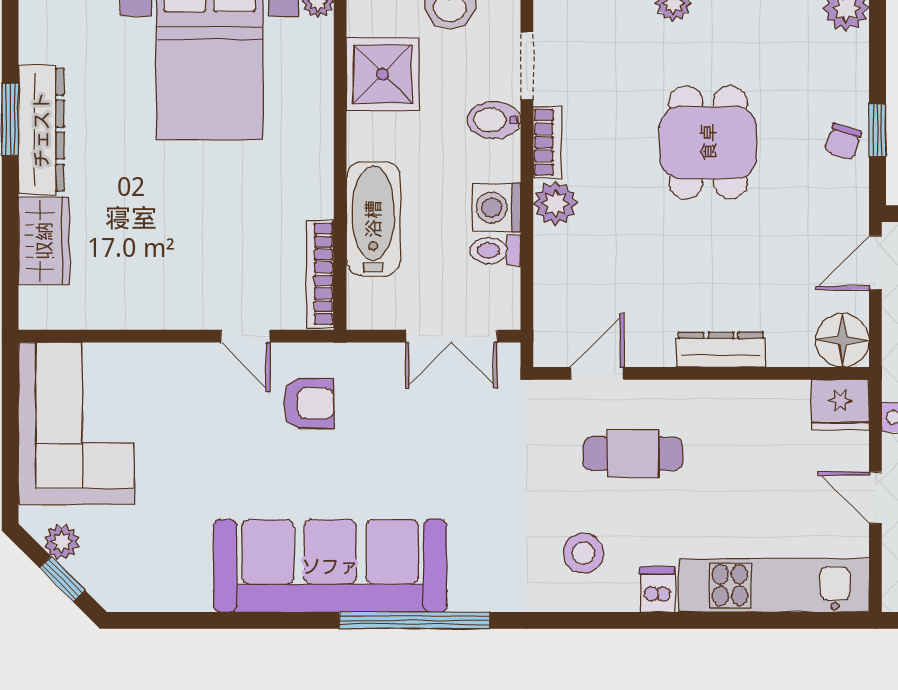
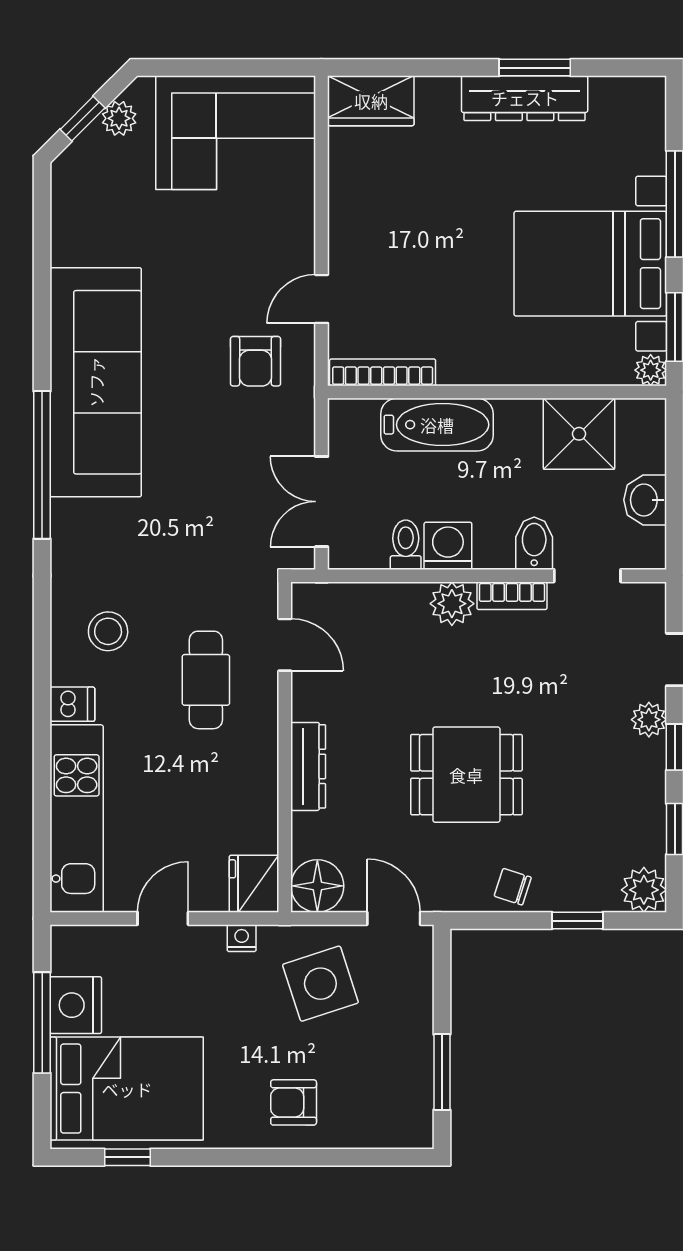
window: (878, 130) -> (577, 921), moved
dining table: (708, 142) -> (466, 775), moved
wardrobe: (44, 241) -> (371, 101), moved

